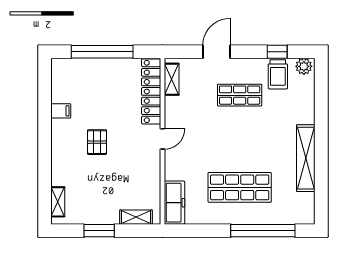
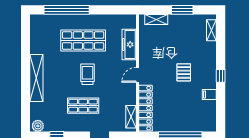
trolley: (278, 74) -> (88, 74), moved
window: (45, 137) -> (221, 76), added
shelving: (306, 158) -> (36, 78), moved
freezer: (174, 203) -> (129, 44), moved

